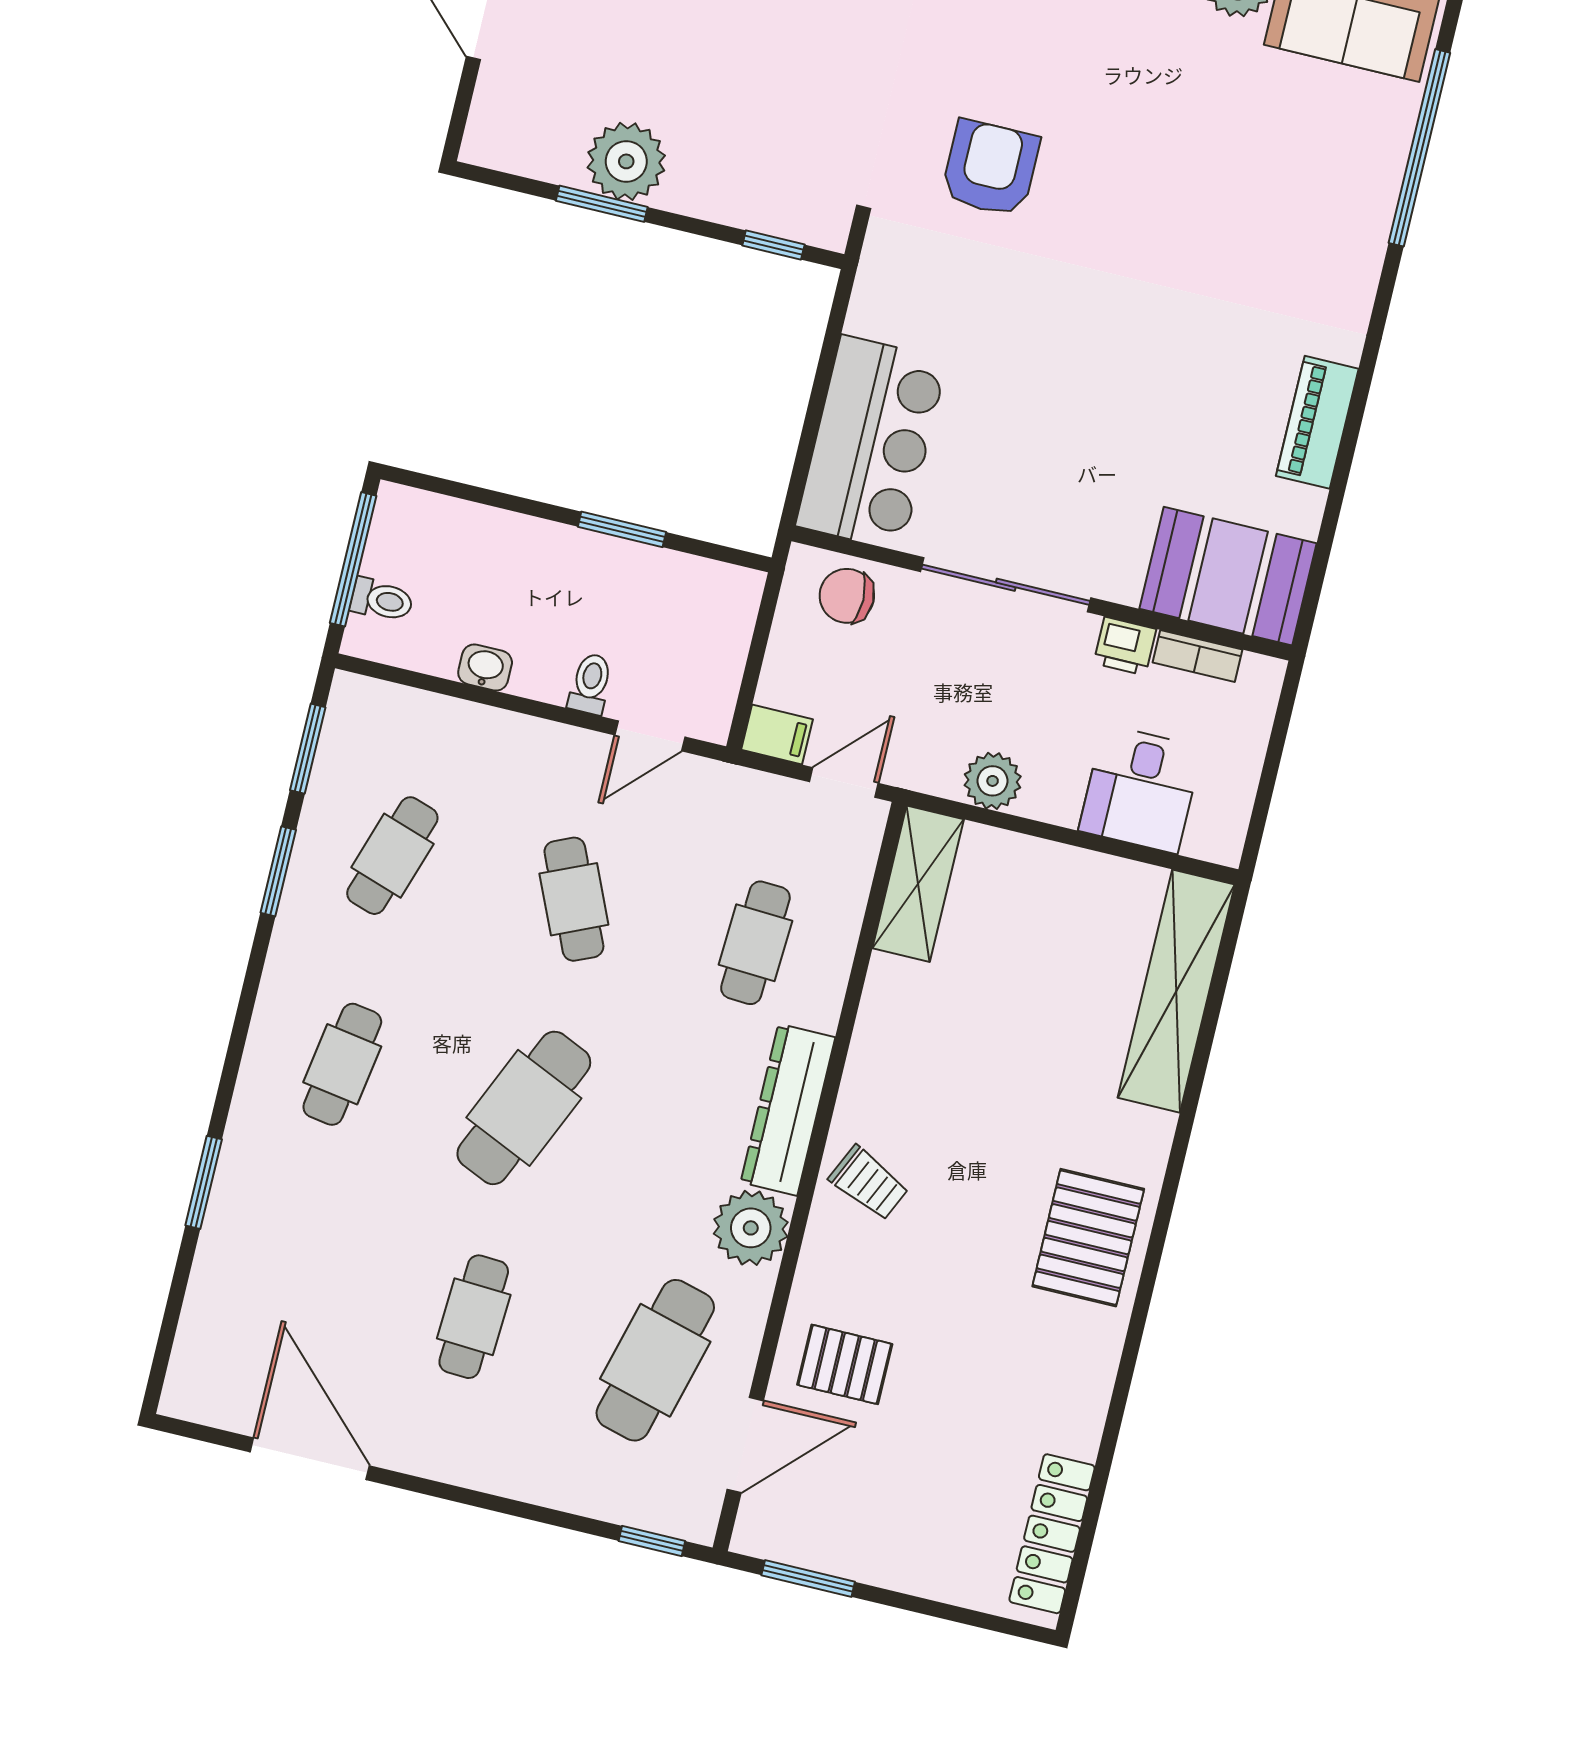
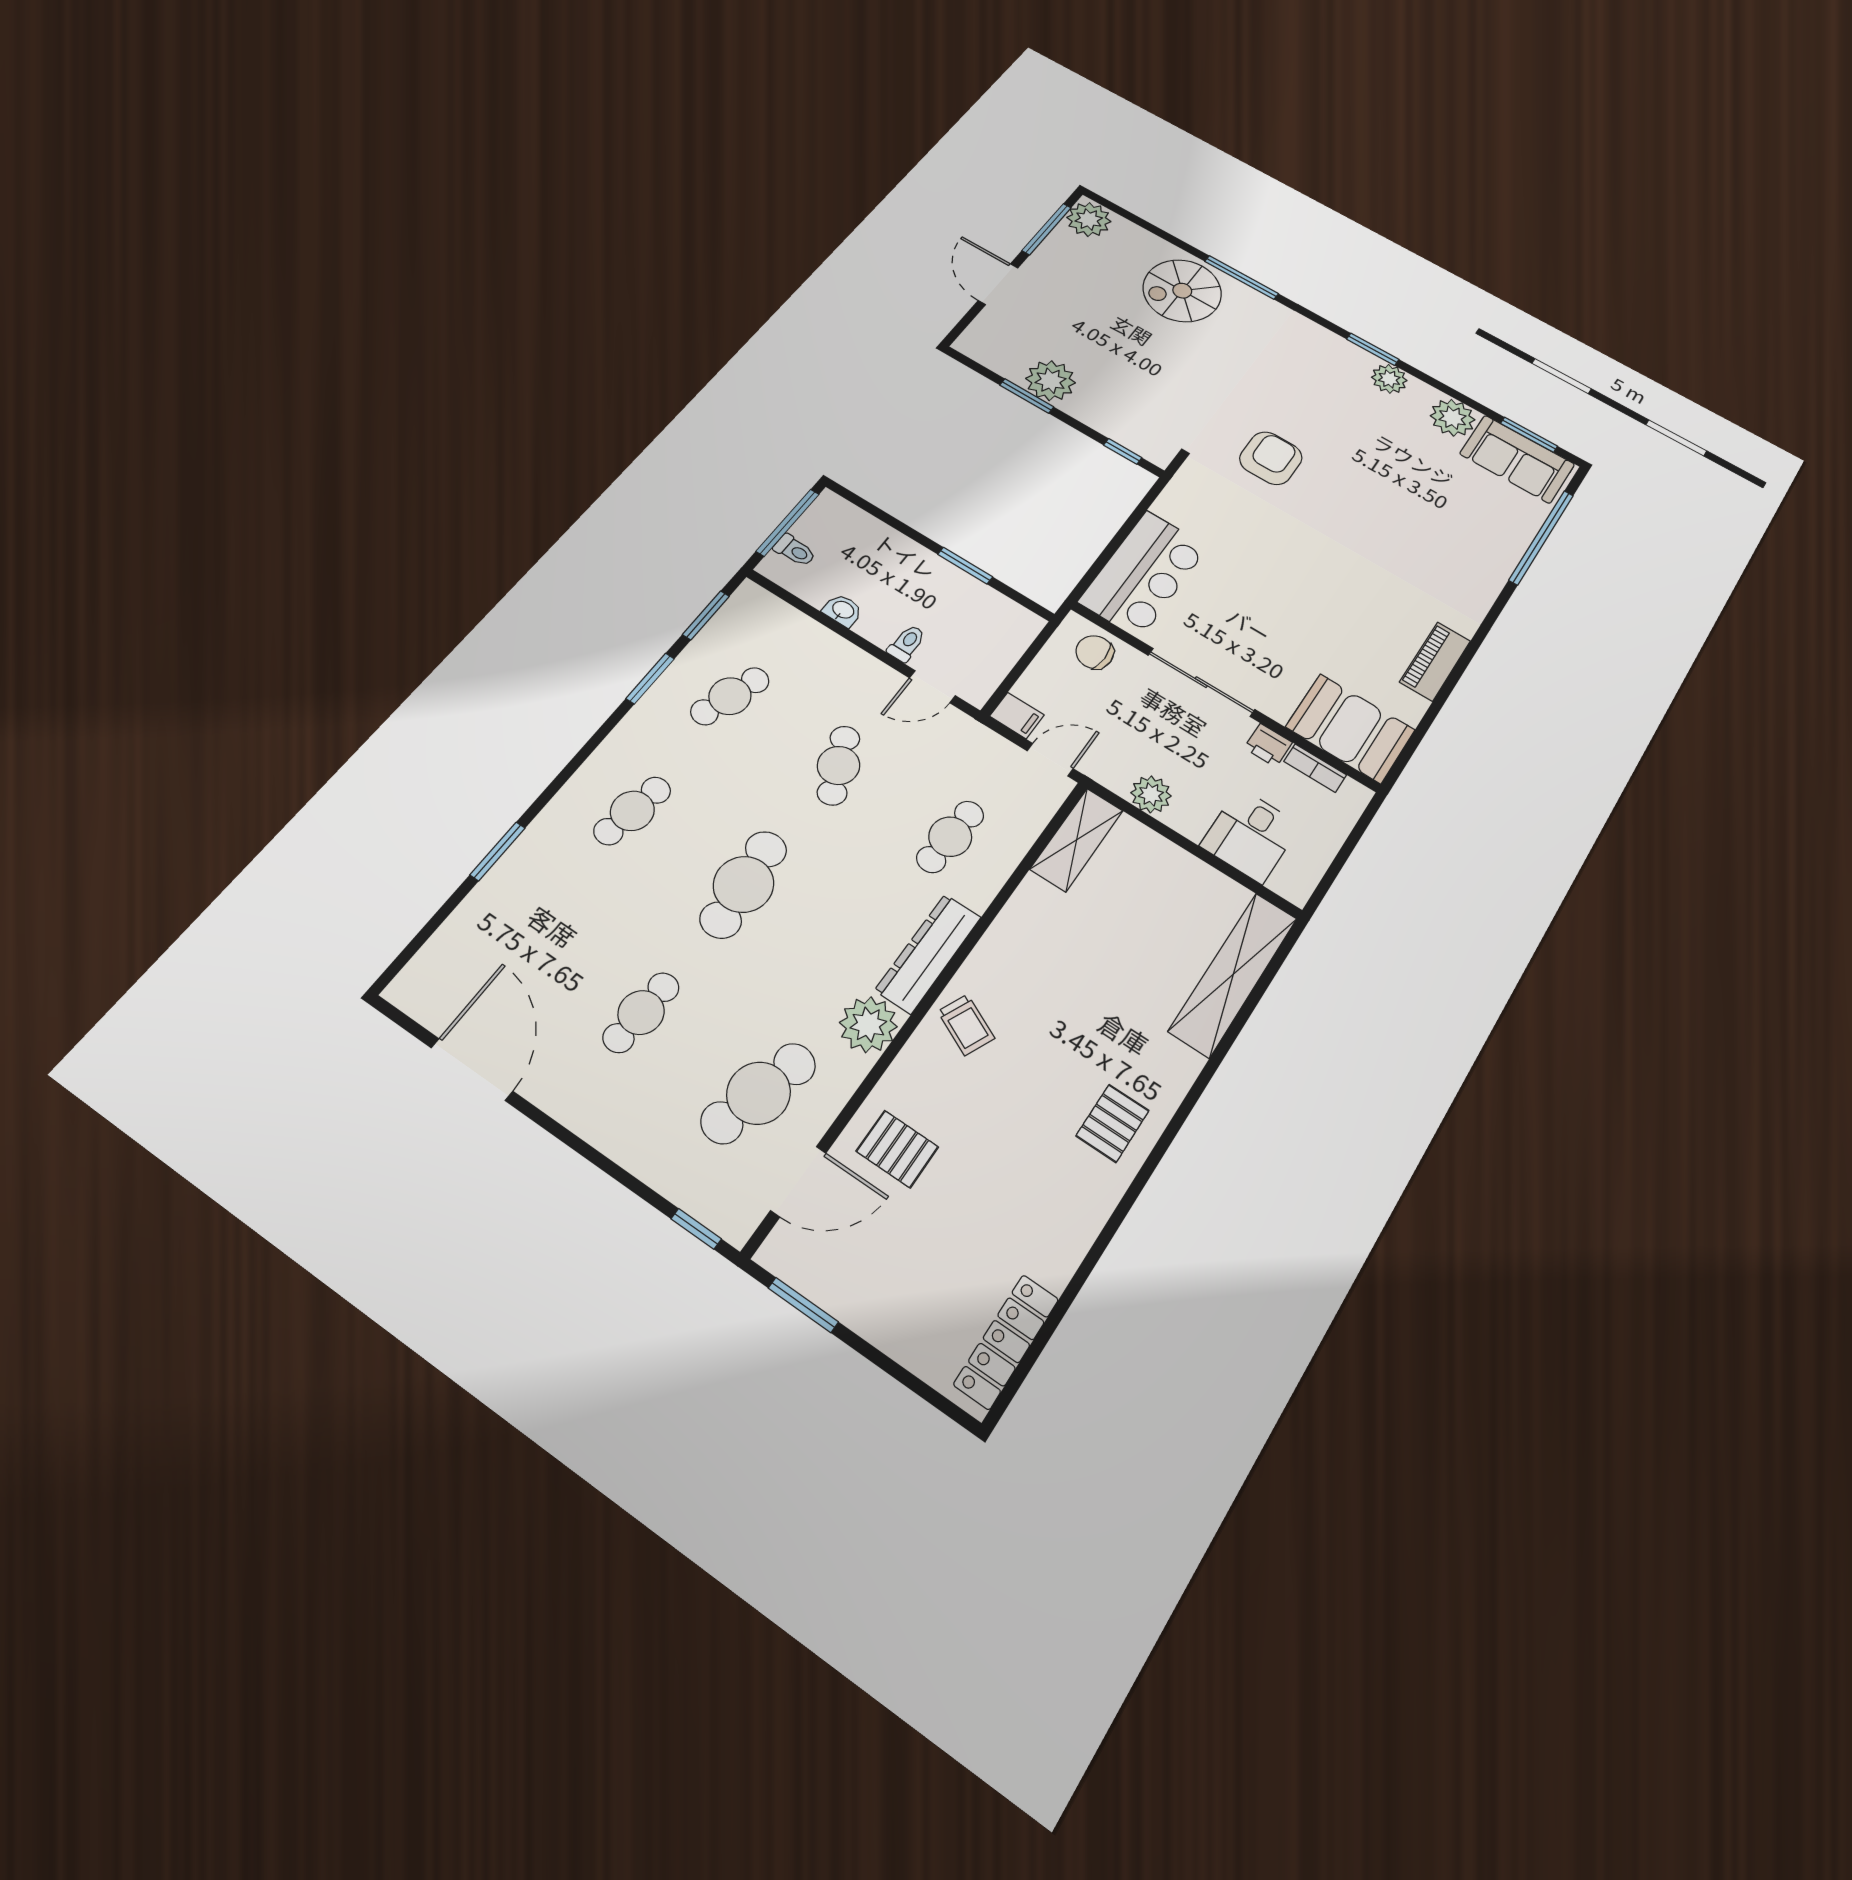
cafe table: (524, 1108) -> (743, 884), turned -30
pallet: (1088, 1238) -> (1113, 1123), width x0.67, depth x0.71

